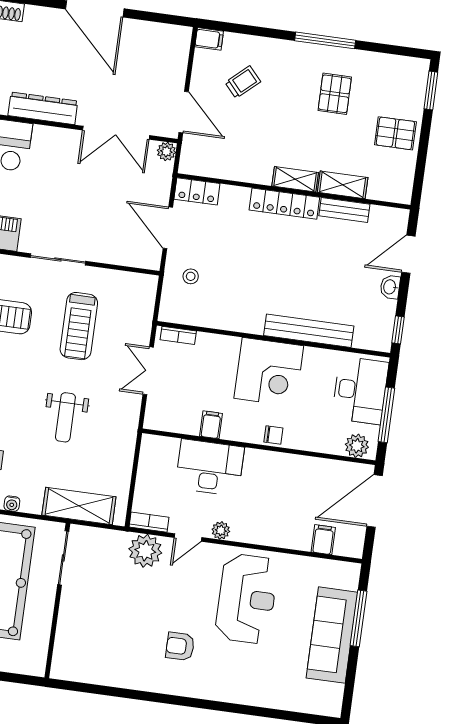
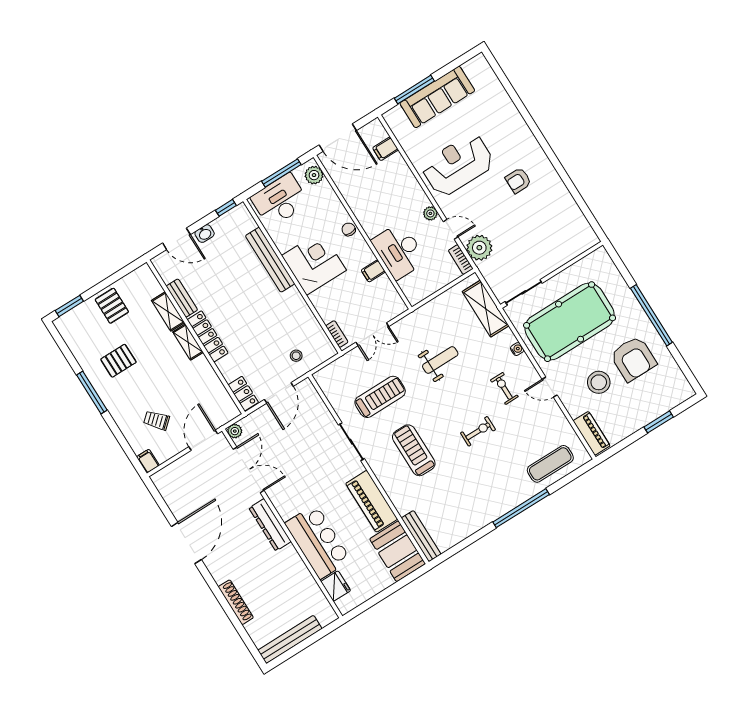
armchair: (180, 646) -> (518, 180), turned 90

